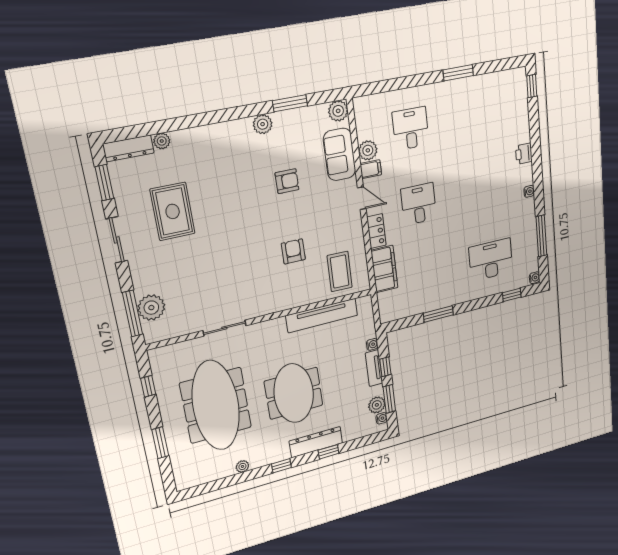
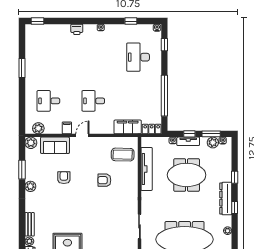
bench: (194, 136) -> (30, 224), added
plant: (368, 150) -> (38, 128), moved
locker: (376, 231) -> (152, 129), moved
window: (541, 236) -> (131, 21), width x0.46
window: (438, 314) -> (164, 96), width x2.11
meeting table: (294, 393) -> (187, 175), moved
dresser: (316, 442) -> (226, 199), moved

